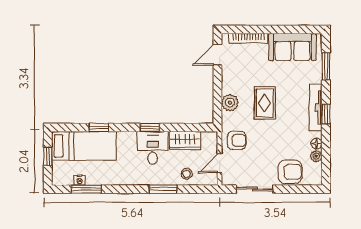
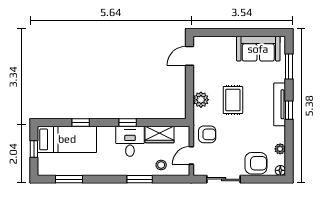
bookcase: (248, 38) -> (218, 41), removed
floor lamp: (316, 144) -> (280, 170), moved
nightstand: (80, 180) -> (63, 171), removed

